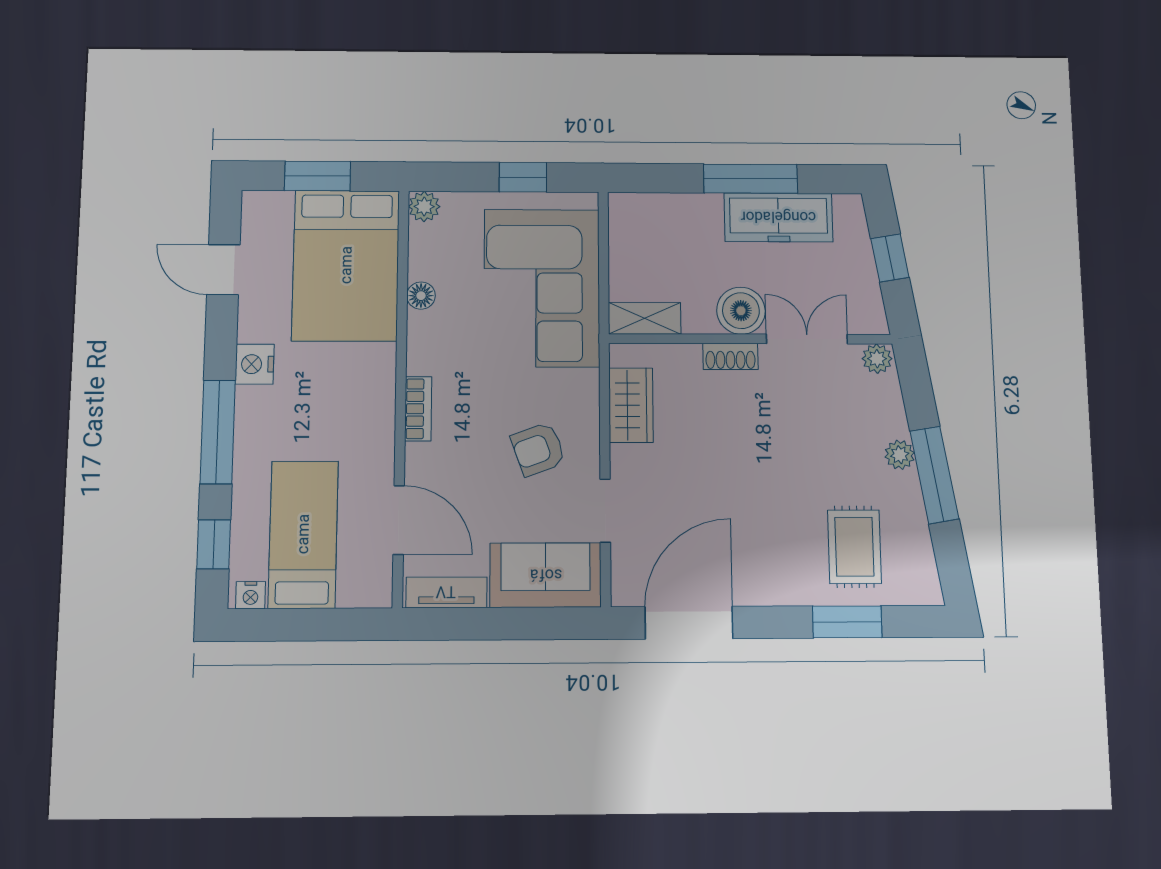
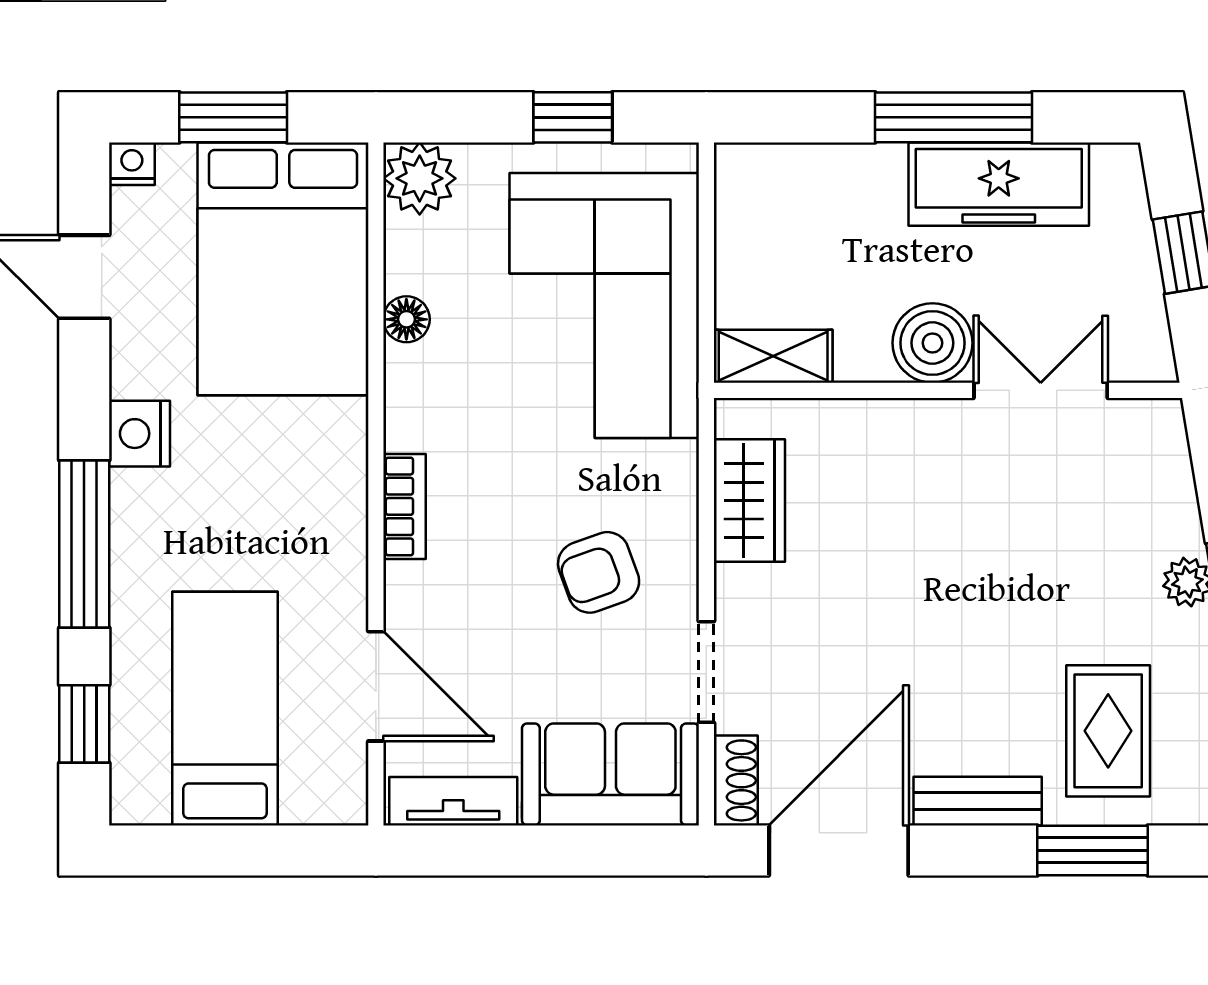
plant: (424, 207) -> (420, 178), width x1.38, depth x1.38
shoe rack: (730, 356) -> (736, 780), moved, turned -90
plant: (877, 359) -> (1156, 423), removed
bench: (775, 591) -> (978, 801), added
nightstand: (251, 595) -> (132, 164), moved, turned 180

